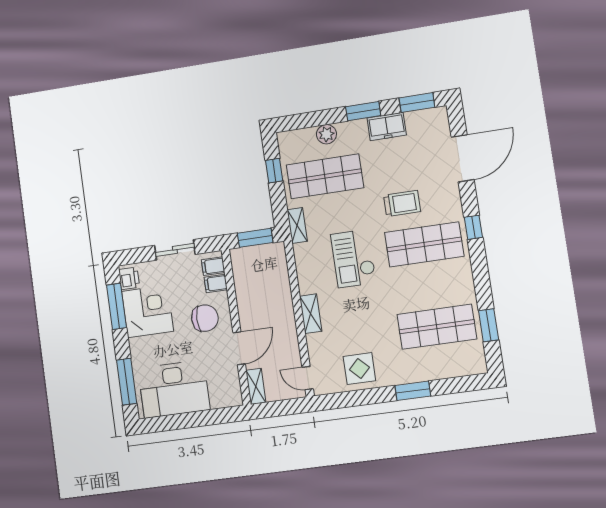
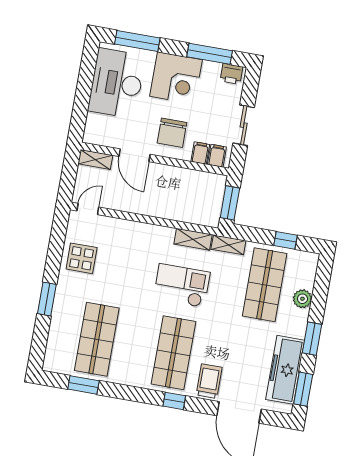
freezer: (387, 126) -> (285, 370), width x1.91, depth x1.26
trolley: (402, 203) -> (209, 381), moved, turned 180
corner desk: (148, 311) -> (176, 78), moved
shelving: (311, 314) -> (193, 239), moved

